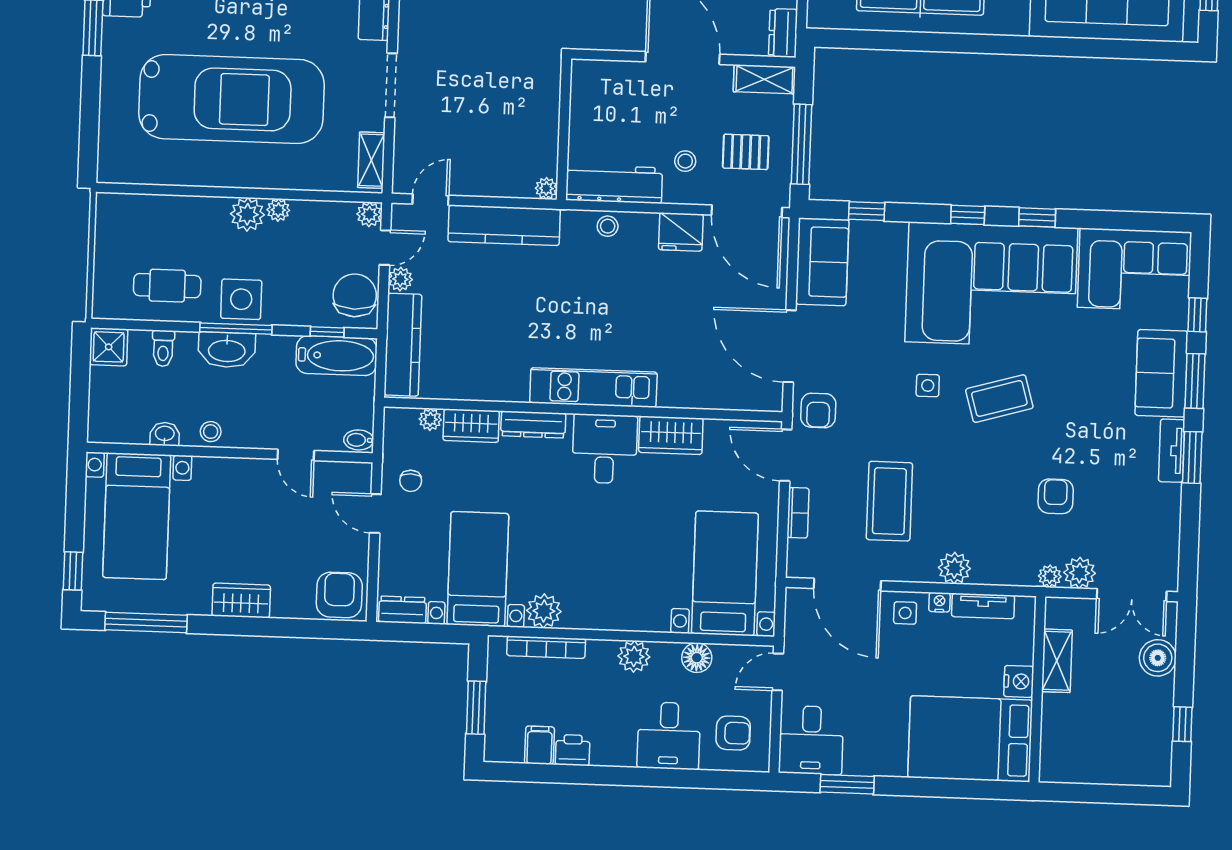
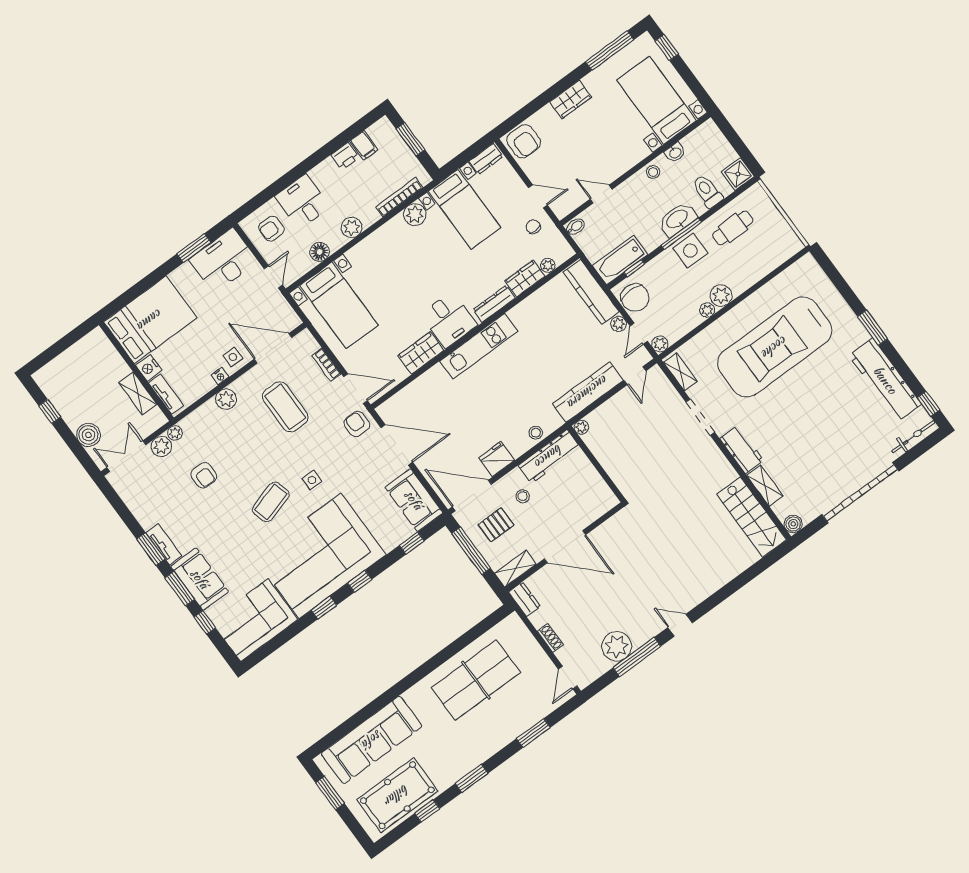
toilet: (163, 348) -> (707, 191), width x1.37, depth x1.39
tv unit: (983, 606) -> (166, 394), moved, turned 90
desk: (811, 740) -> (223, 260), width x1.37

